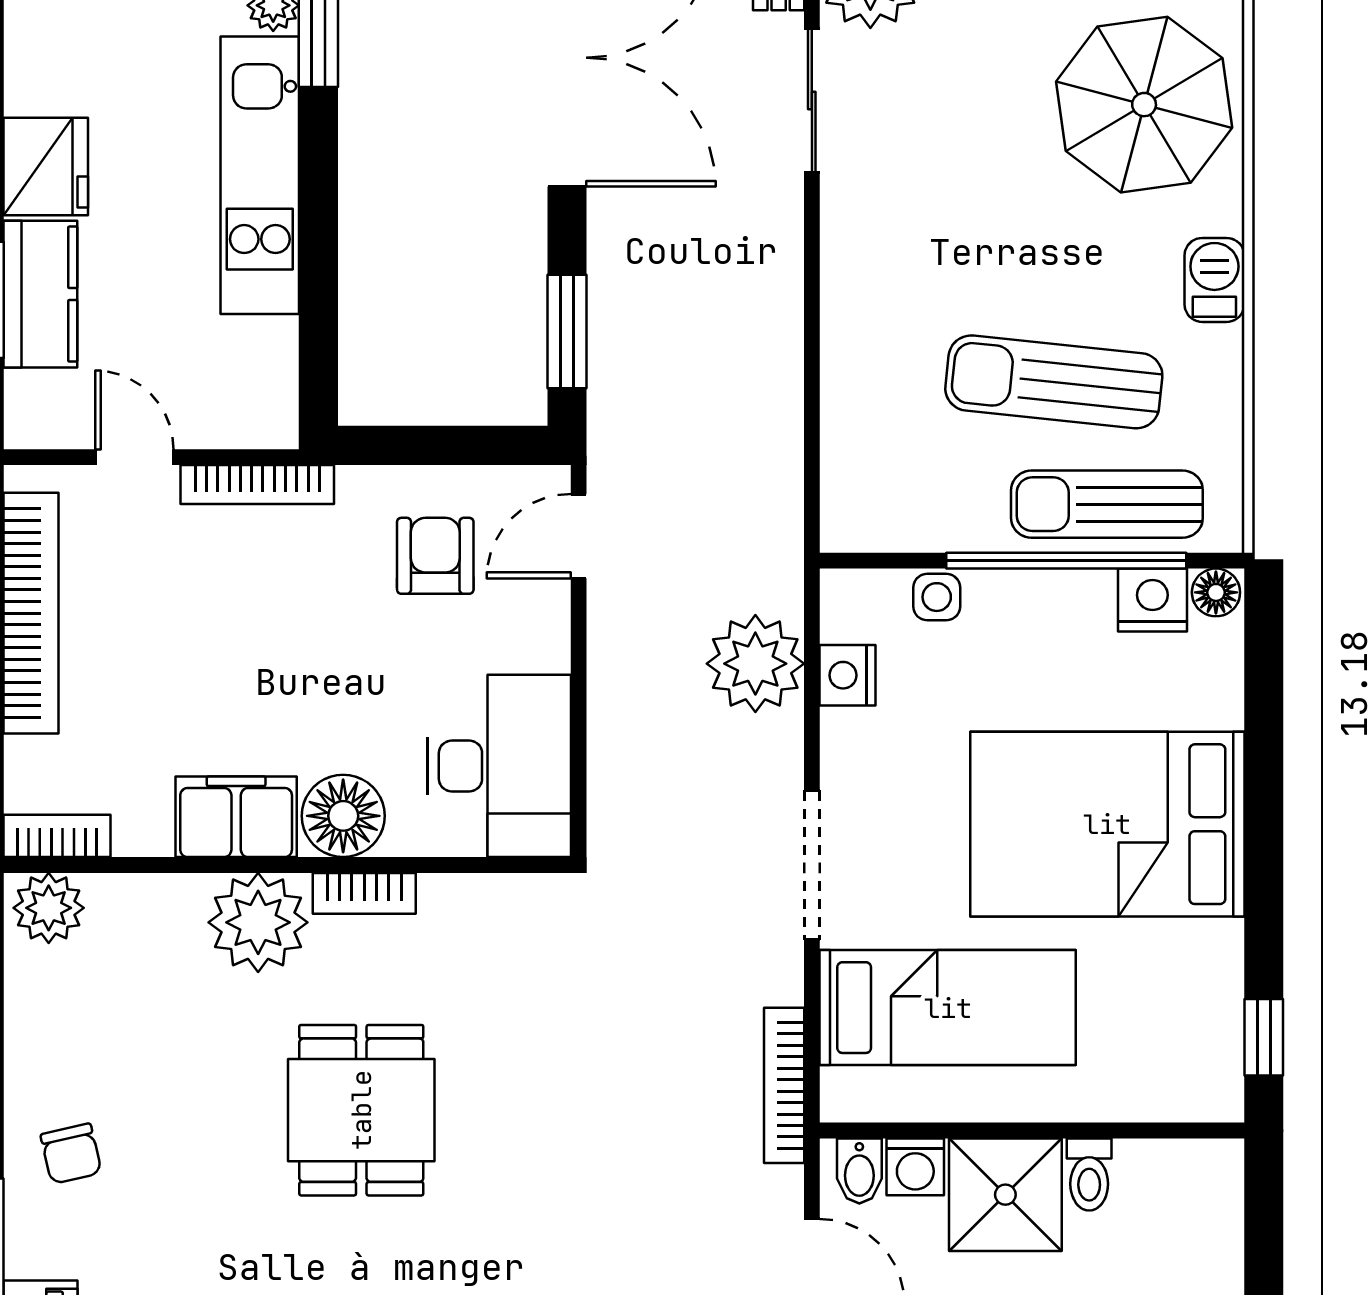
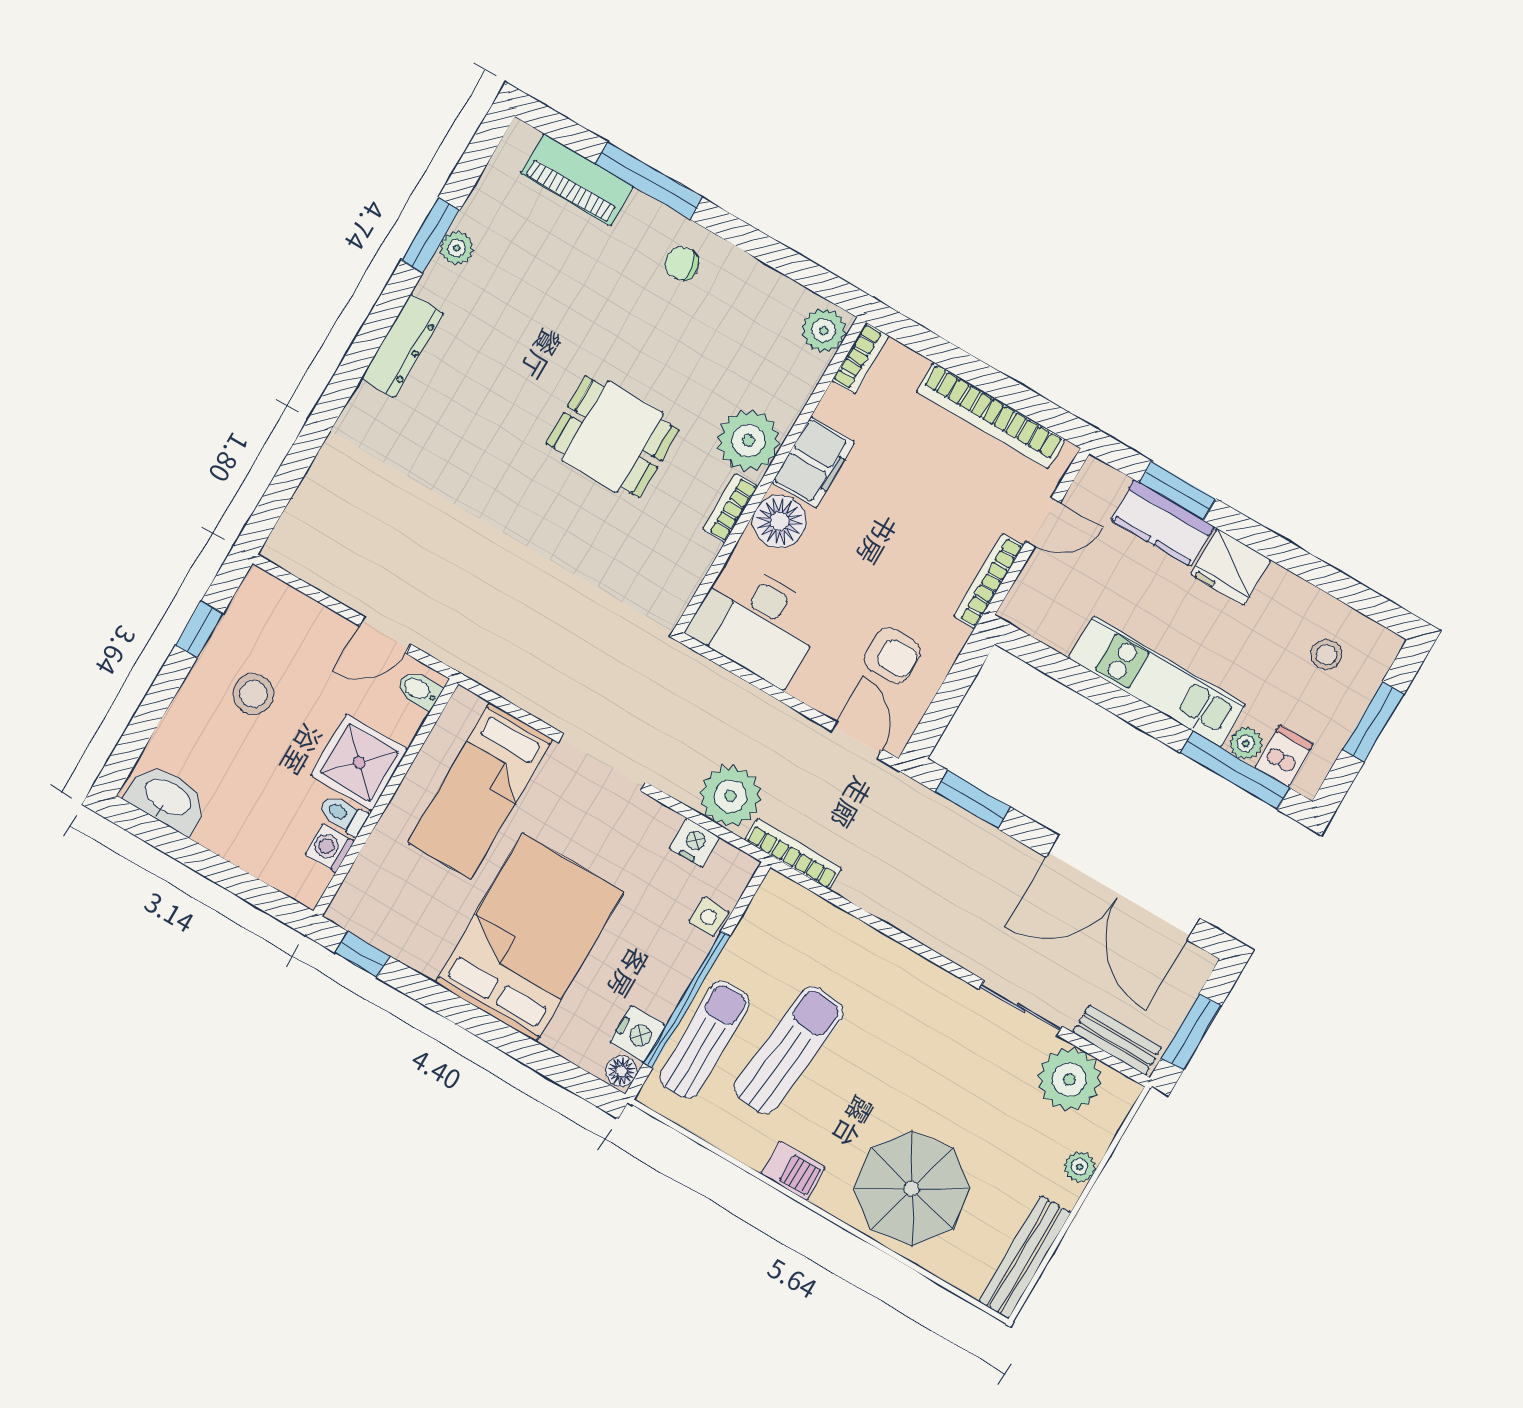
bookcase: (784, 1085) -> (793, 854), moved
washing machine: (915, 1167) -> (330, 848), moved

